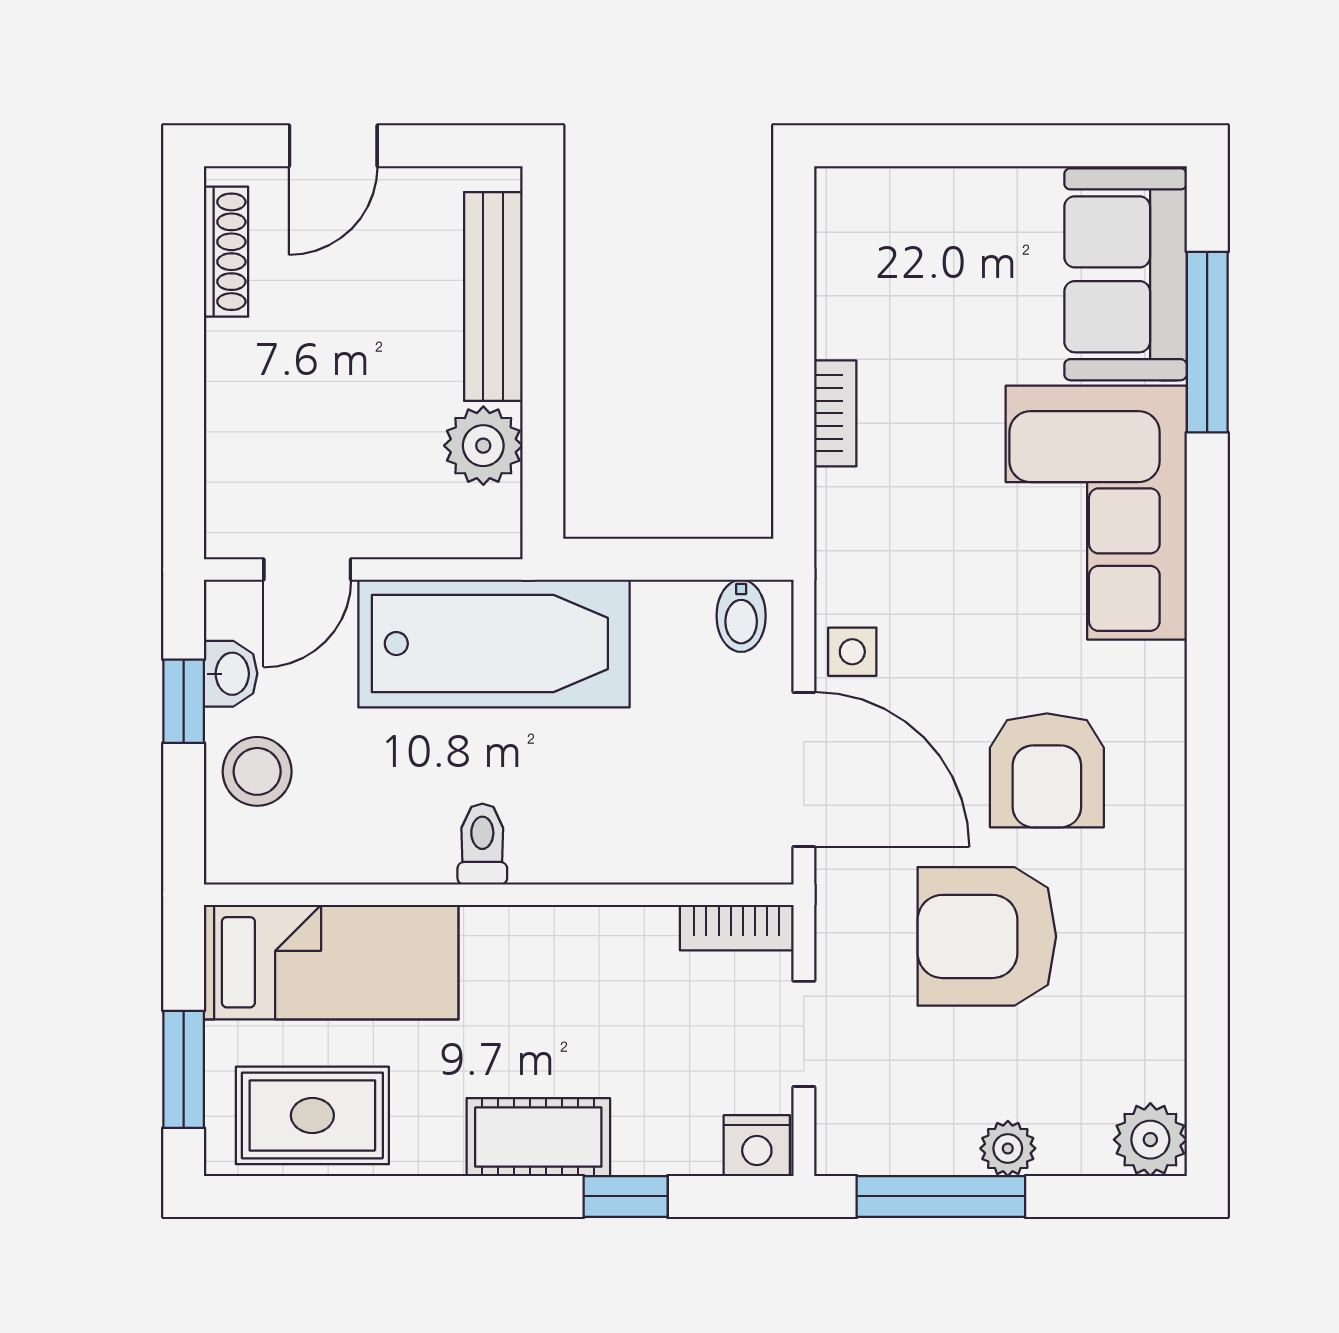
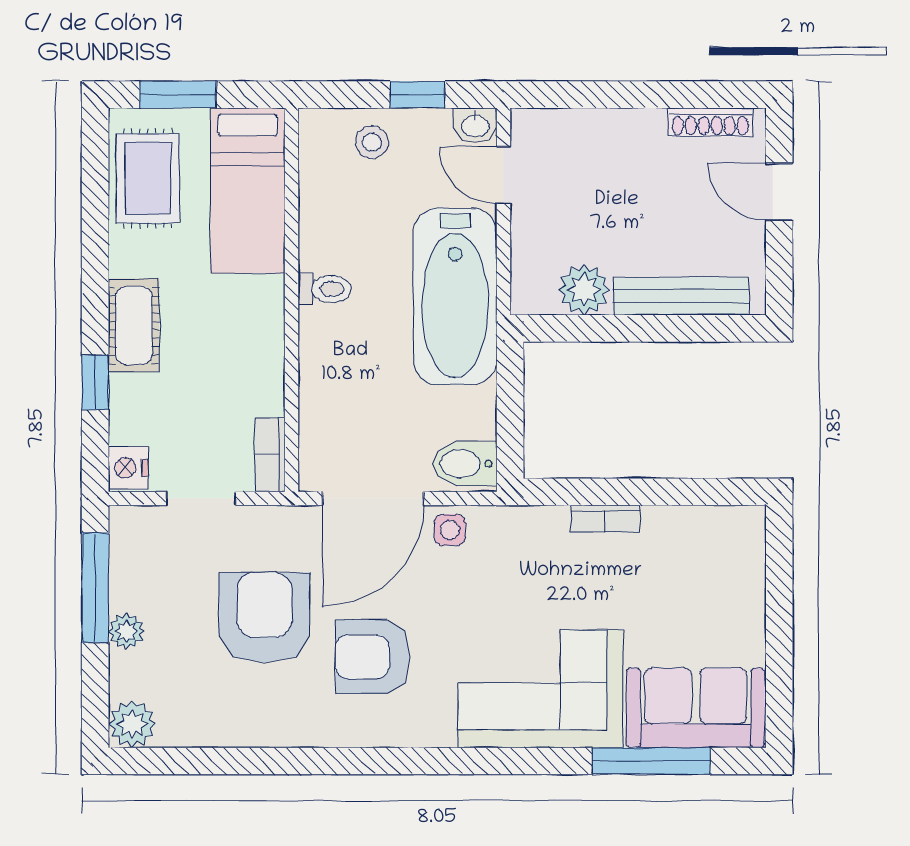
bidet: (741, 616) -> (465, 464), width x1.38, depth x1.36
washbasin: (231, 674) -> (475, 125), moved
stool: (257, 771) -> (372, 142), width x0.73, depth x0.73

